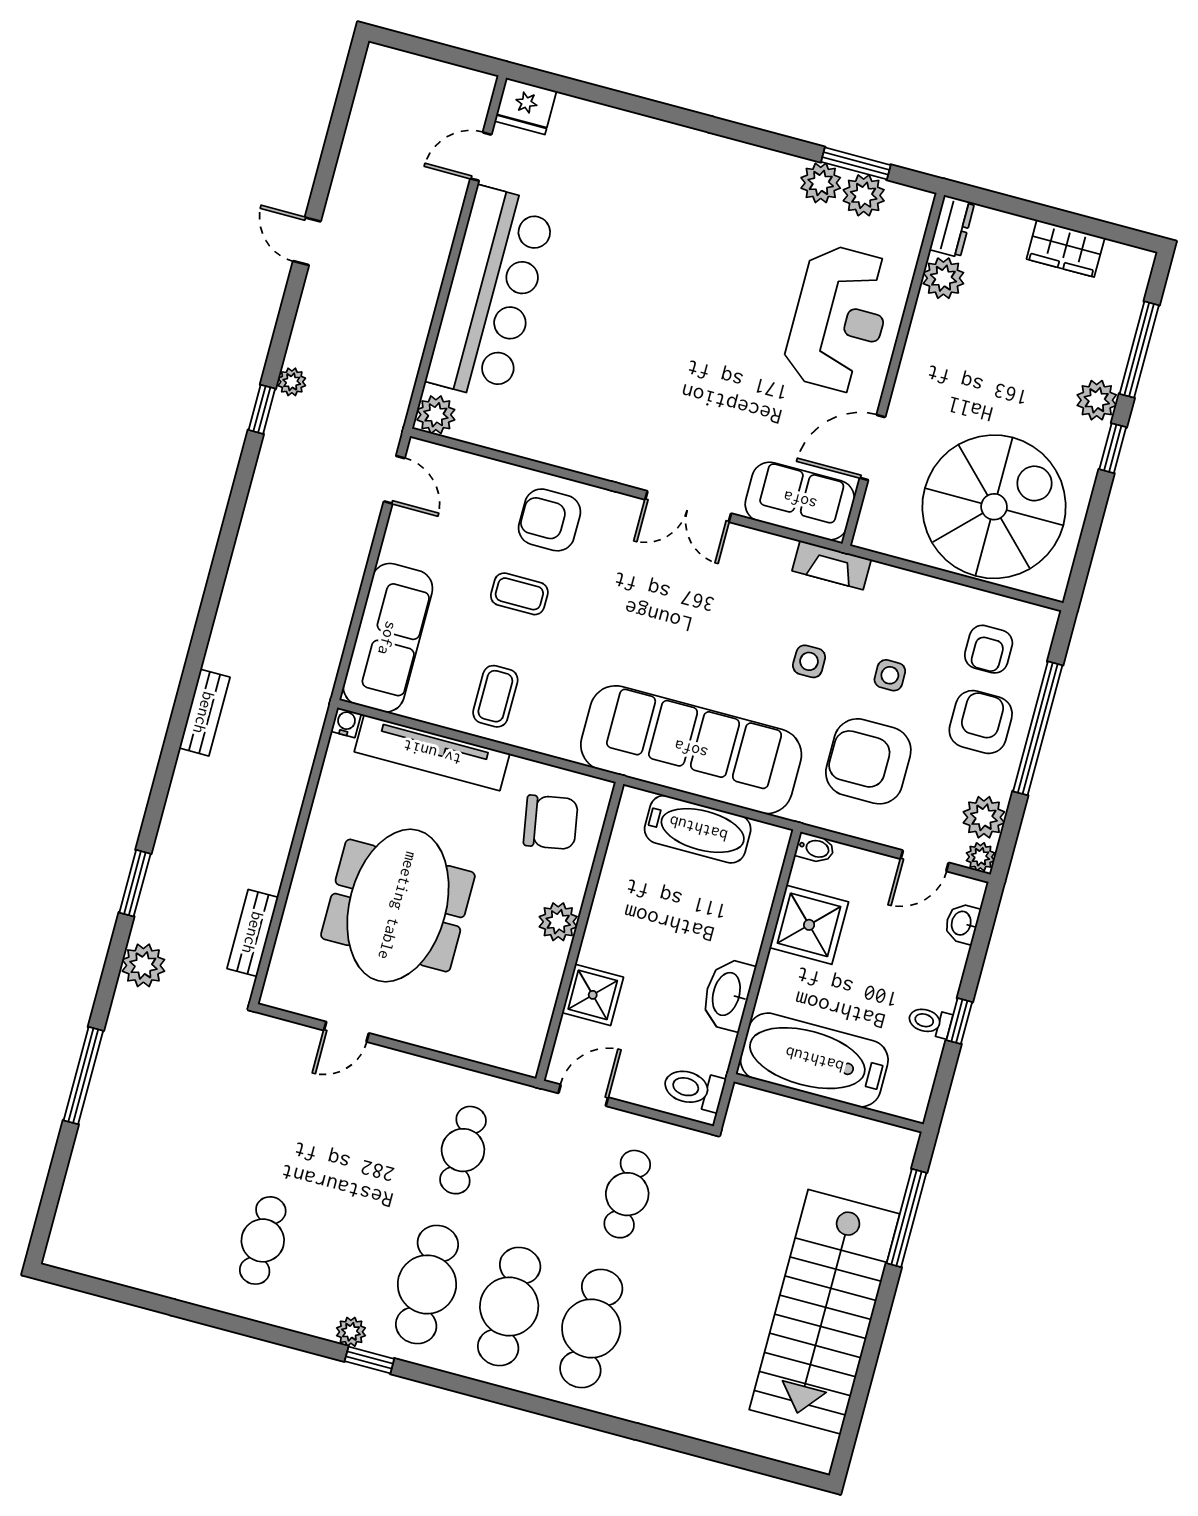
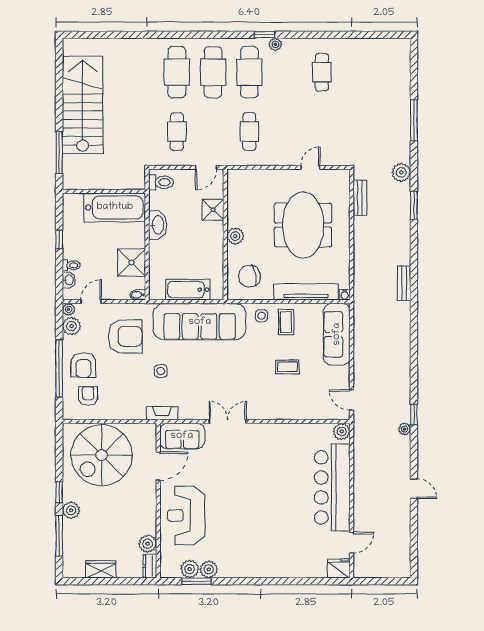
armchair: (550, 520) -> (283, 401), removed
side table: (890, 675) -> (262, 316), moved
toilet: (930, 1022) -> (71, 265), moved

